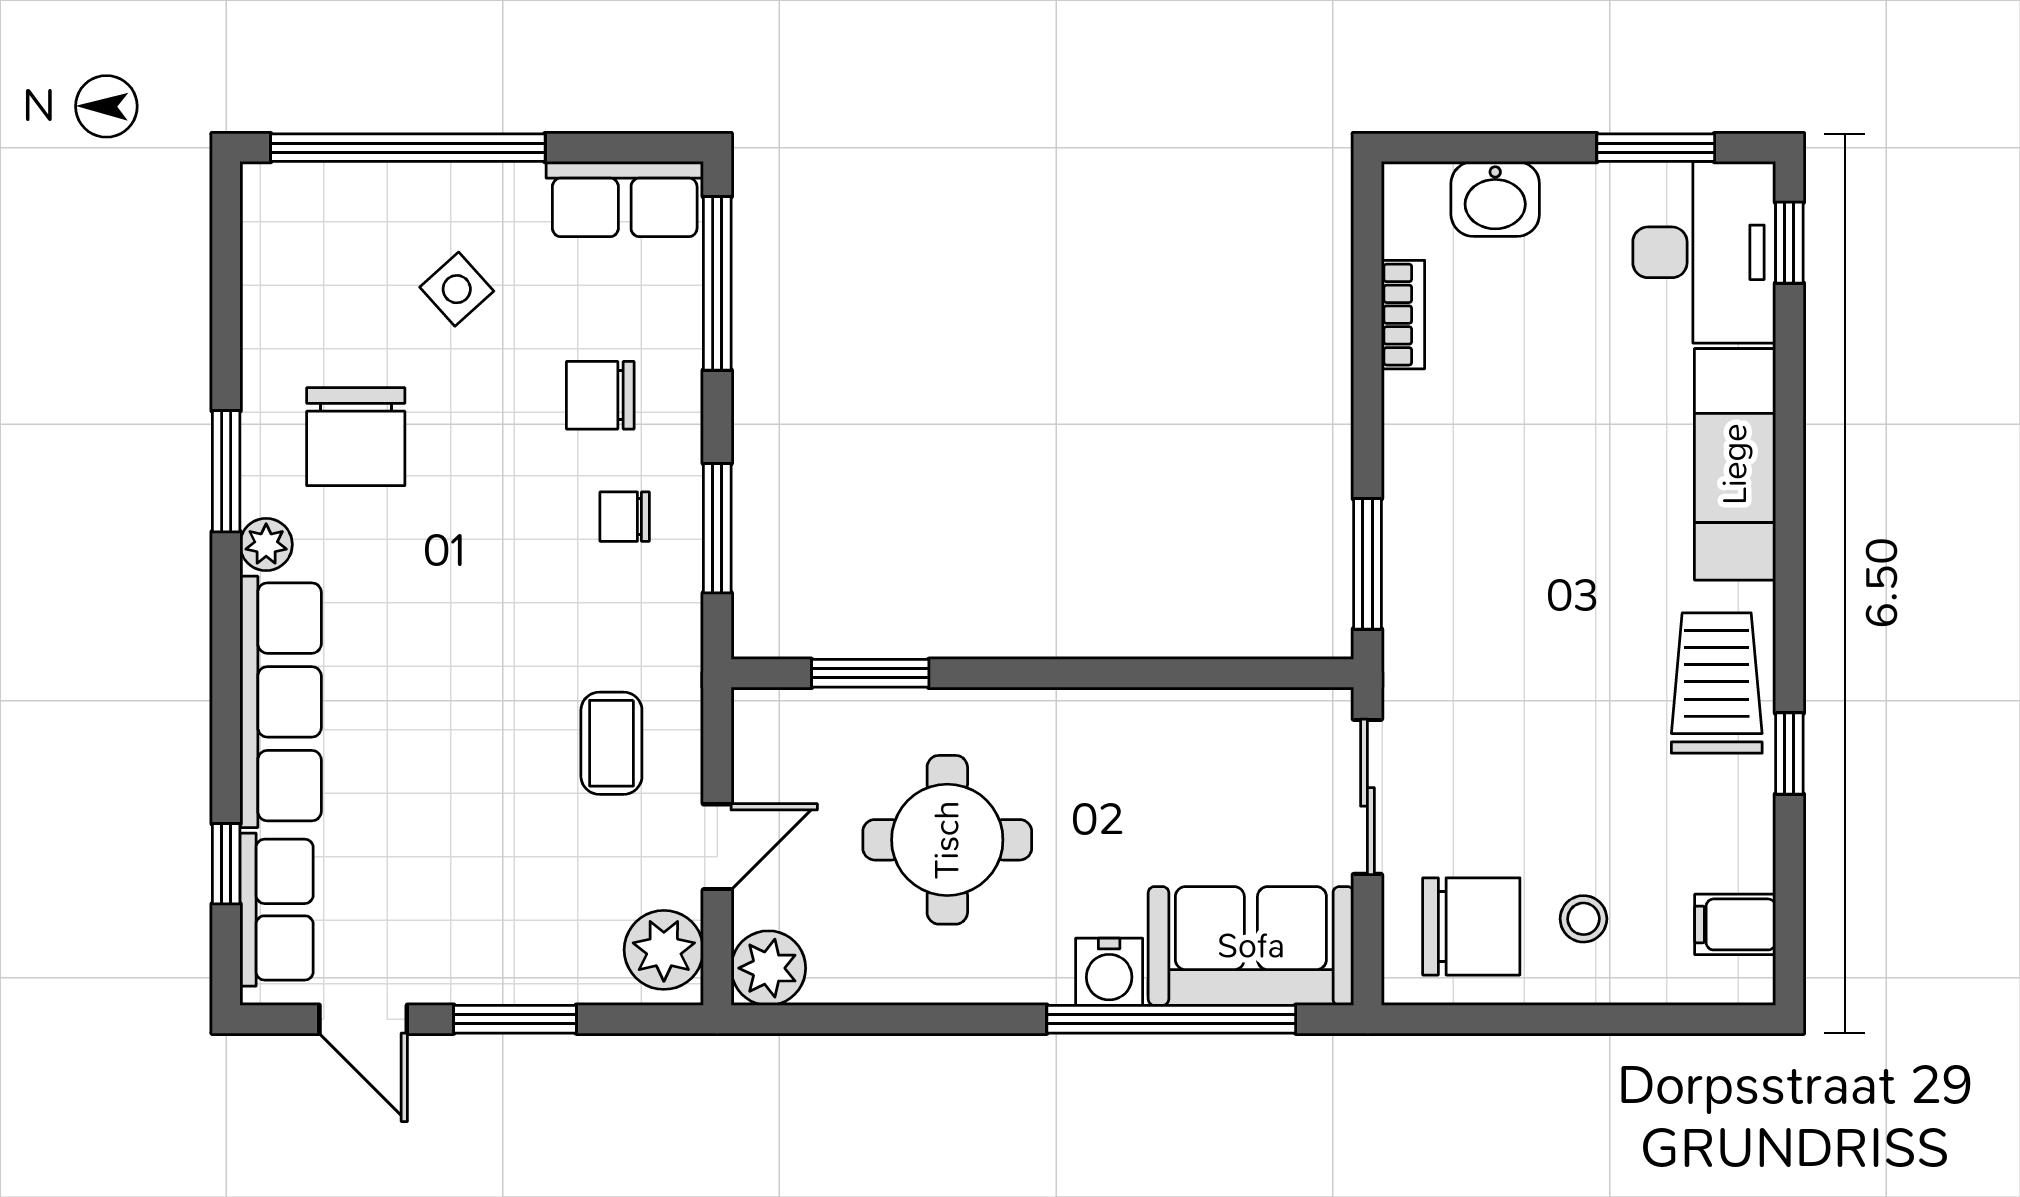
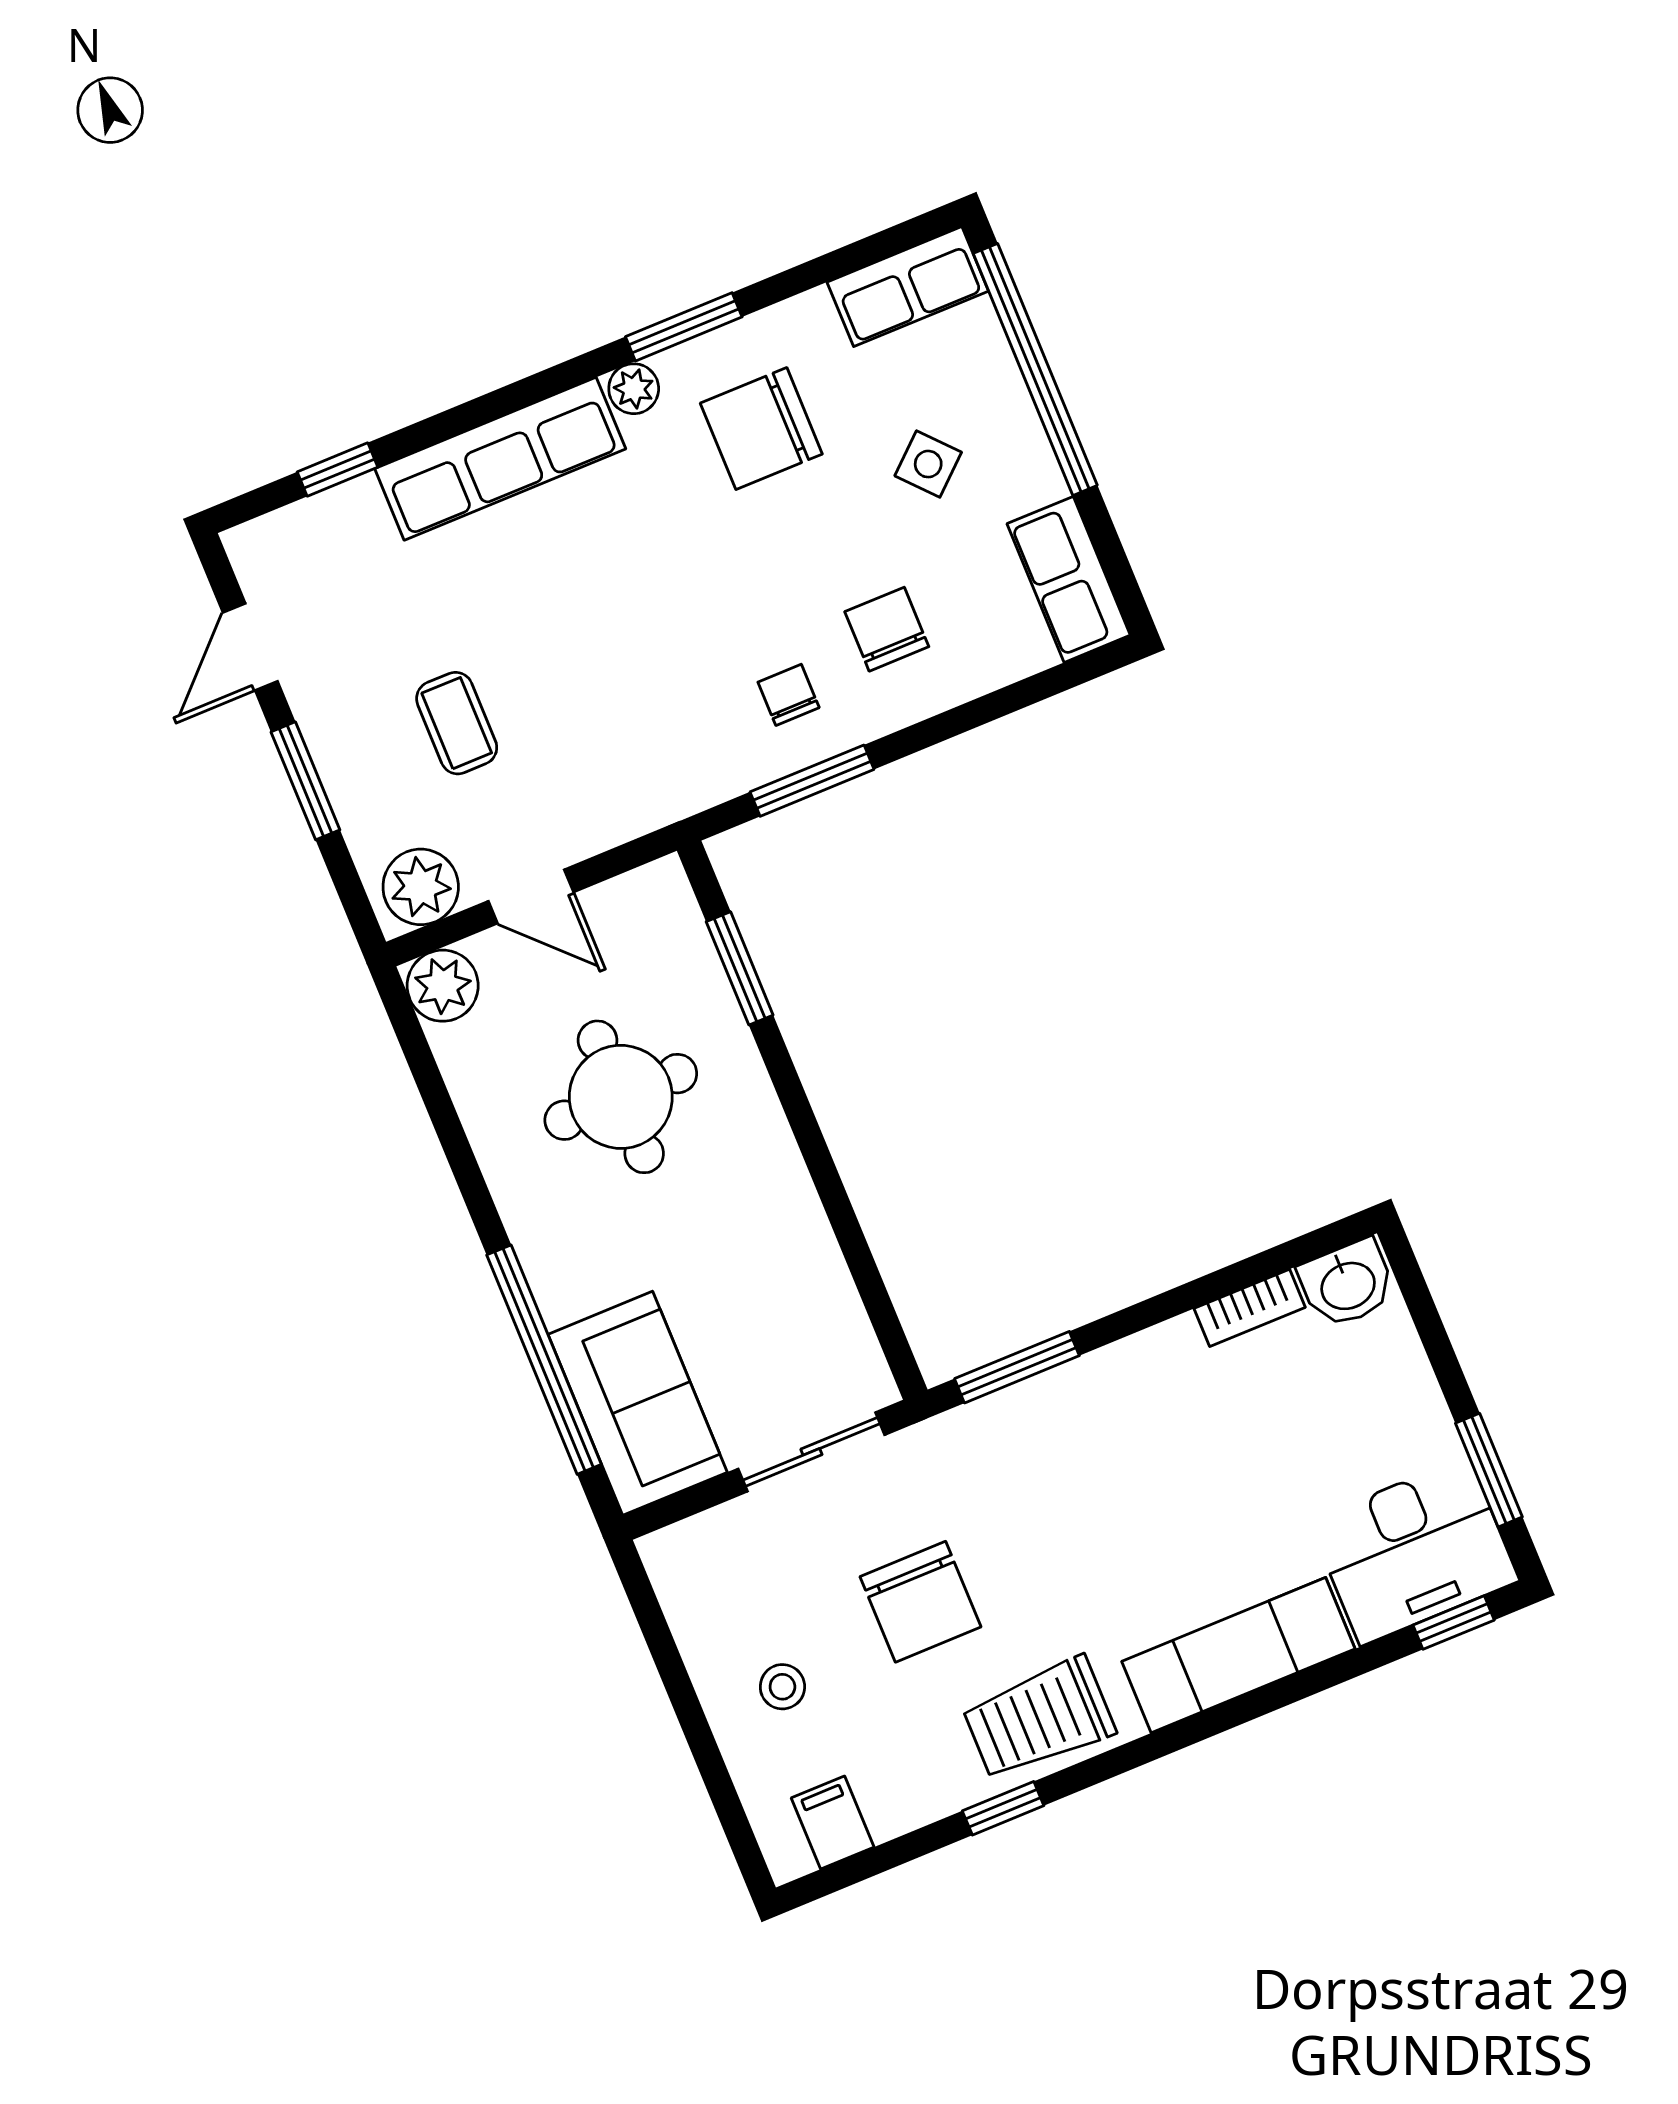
washbasin: (1495, 199) -> (1347, 1284), moved, turned -90
window: (717, 283) -> (1028, 692), removed
trolley: (1717, 683) -> (1039, 1719), turned 180
coffee table: (611, 743) -> (457, 723), moved, turned 90
row of seats: (277, 910) -> (908, 287), moved
chair: (1471, 926) -> (921, 1602), moved
water cooler: (1109, 972) -> (563, 1288), removed

